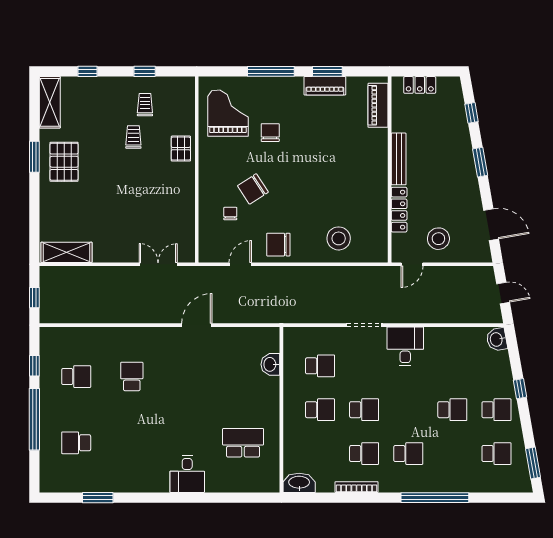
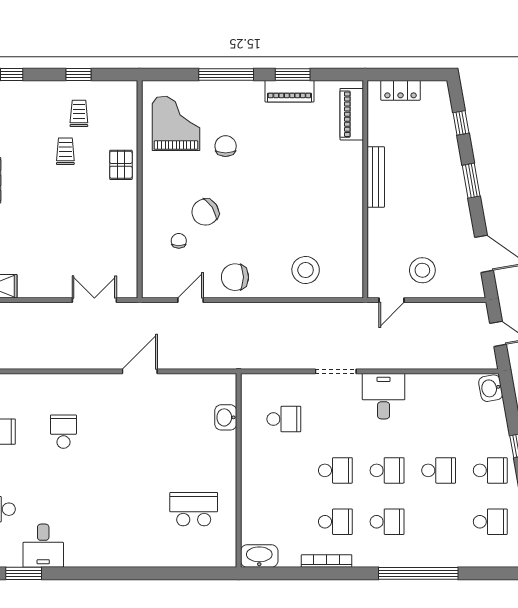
locker: (399, 210) -> (376, 236), removed
school desk: (320, 410) -> (387, 470), moved
desk: (187, 474) -> (43, 546), moved

